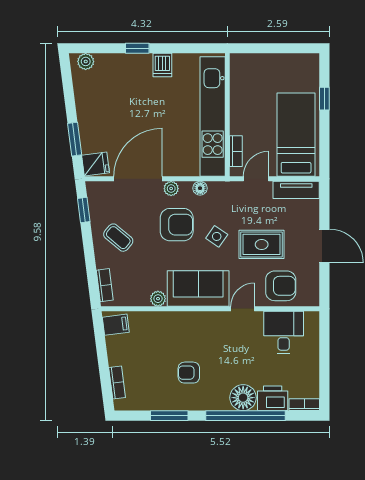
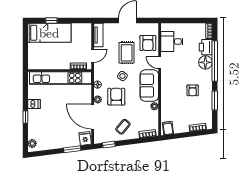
bed: (296, 135) -> (49, 33), moved, turned 180
door: (256, 179) -> (93, 56), swing flipped
armchair: (281, 286) -> (148, 43), turned 180

